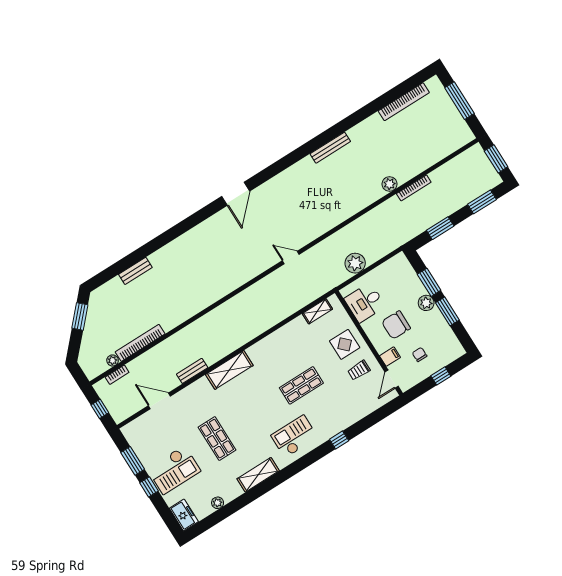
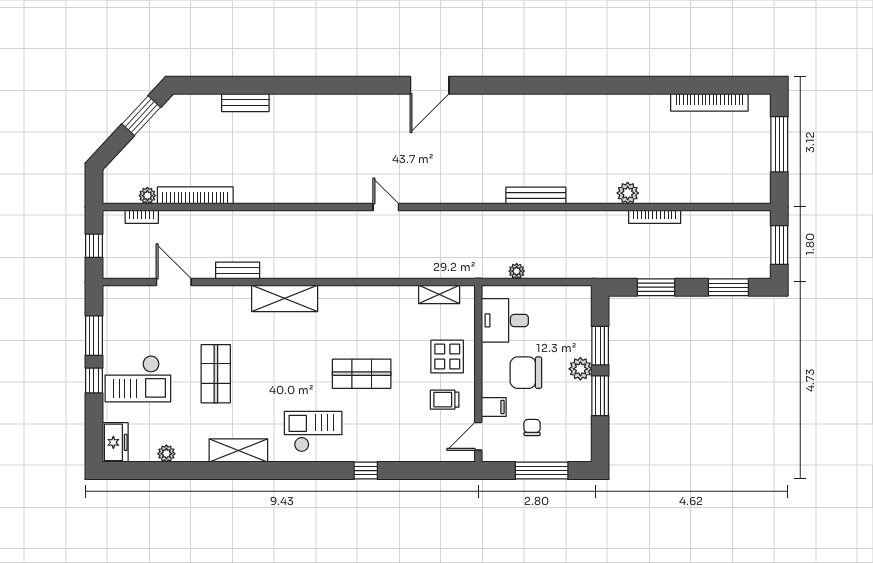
bench: (330, 148) -> (536, 196), moved
door: (291, 258) -> (386, 207), moved
plant: (355, 263) -> (517, 271), width x0.53, depth x0.53
window: (441, 376) -> (542, 471), width x2.17

